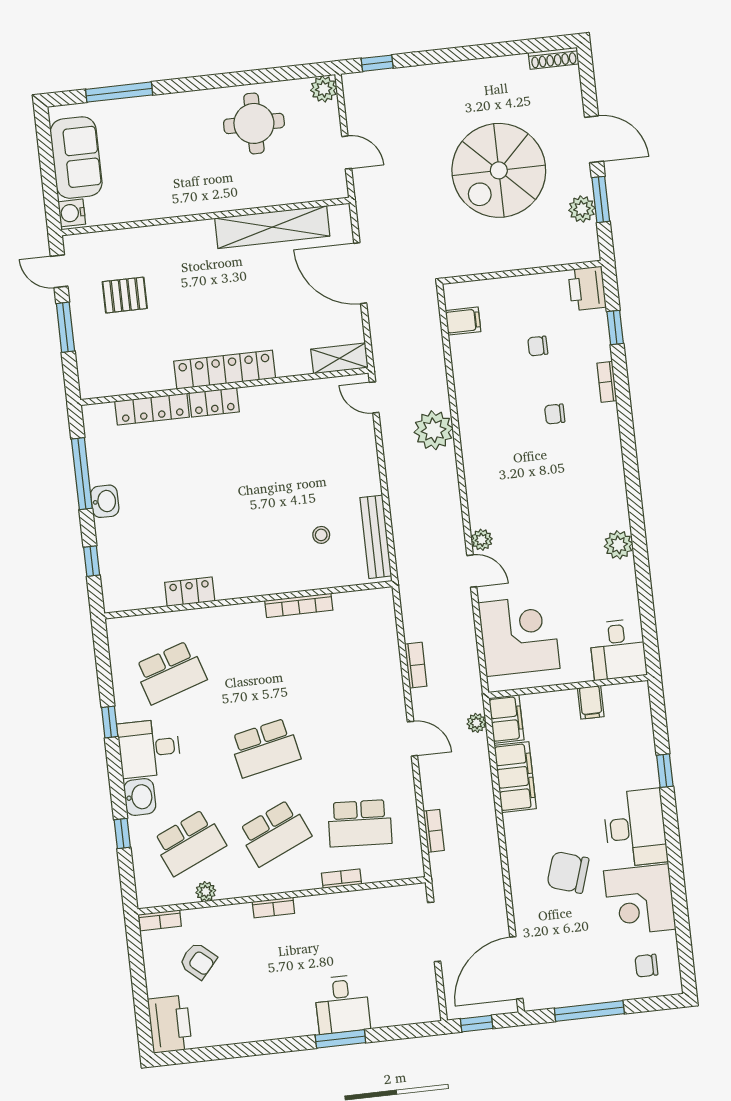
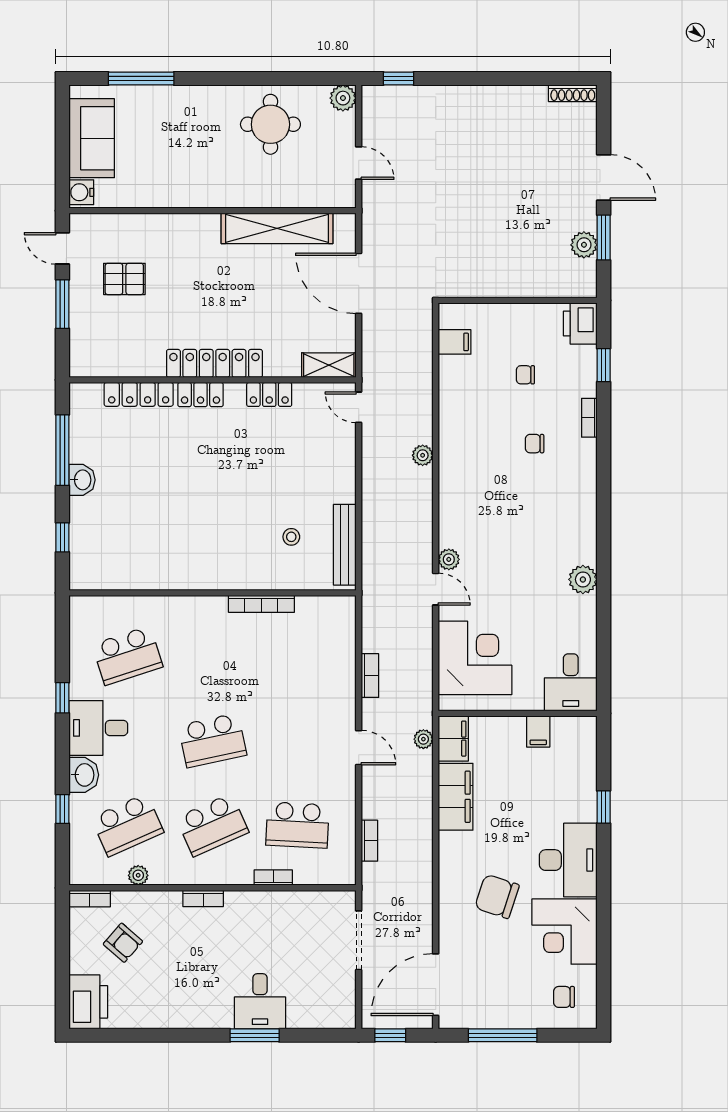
spiral stairs: (499, 170) -> (506, 198), removed
plant: (434, 430) -> (423, 455), width x0.53, depth x0.53
locker: (190, 592) -> (269, 394), moved, turned 180

